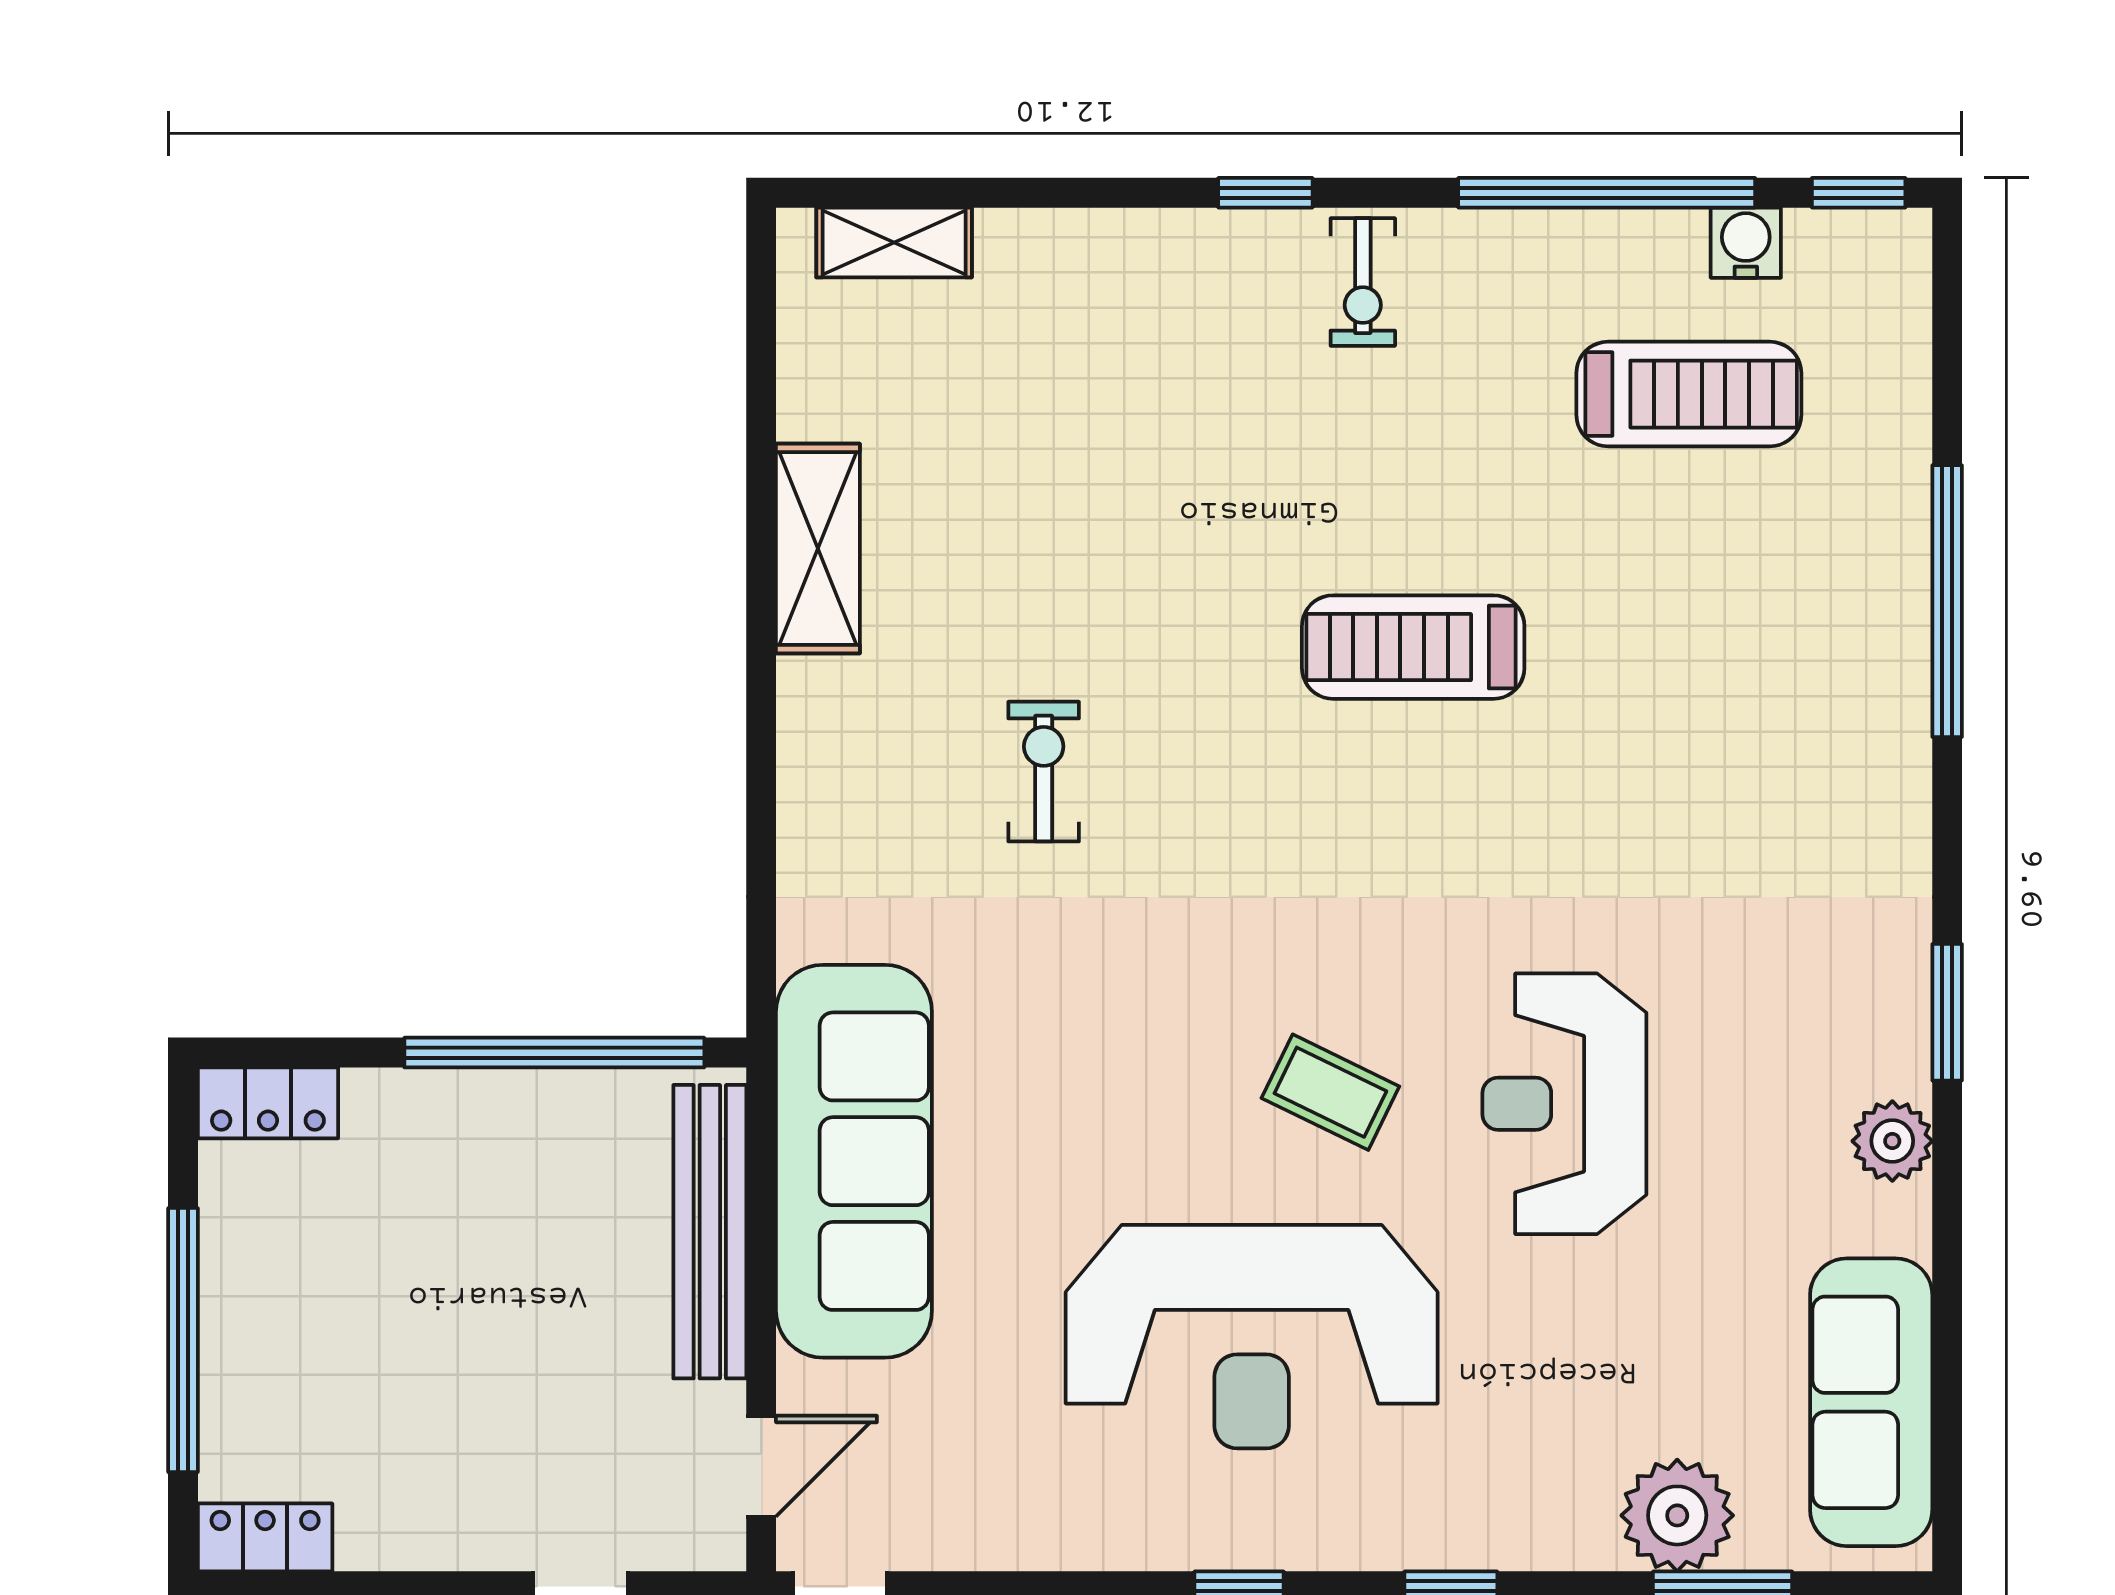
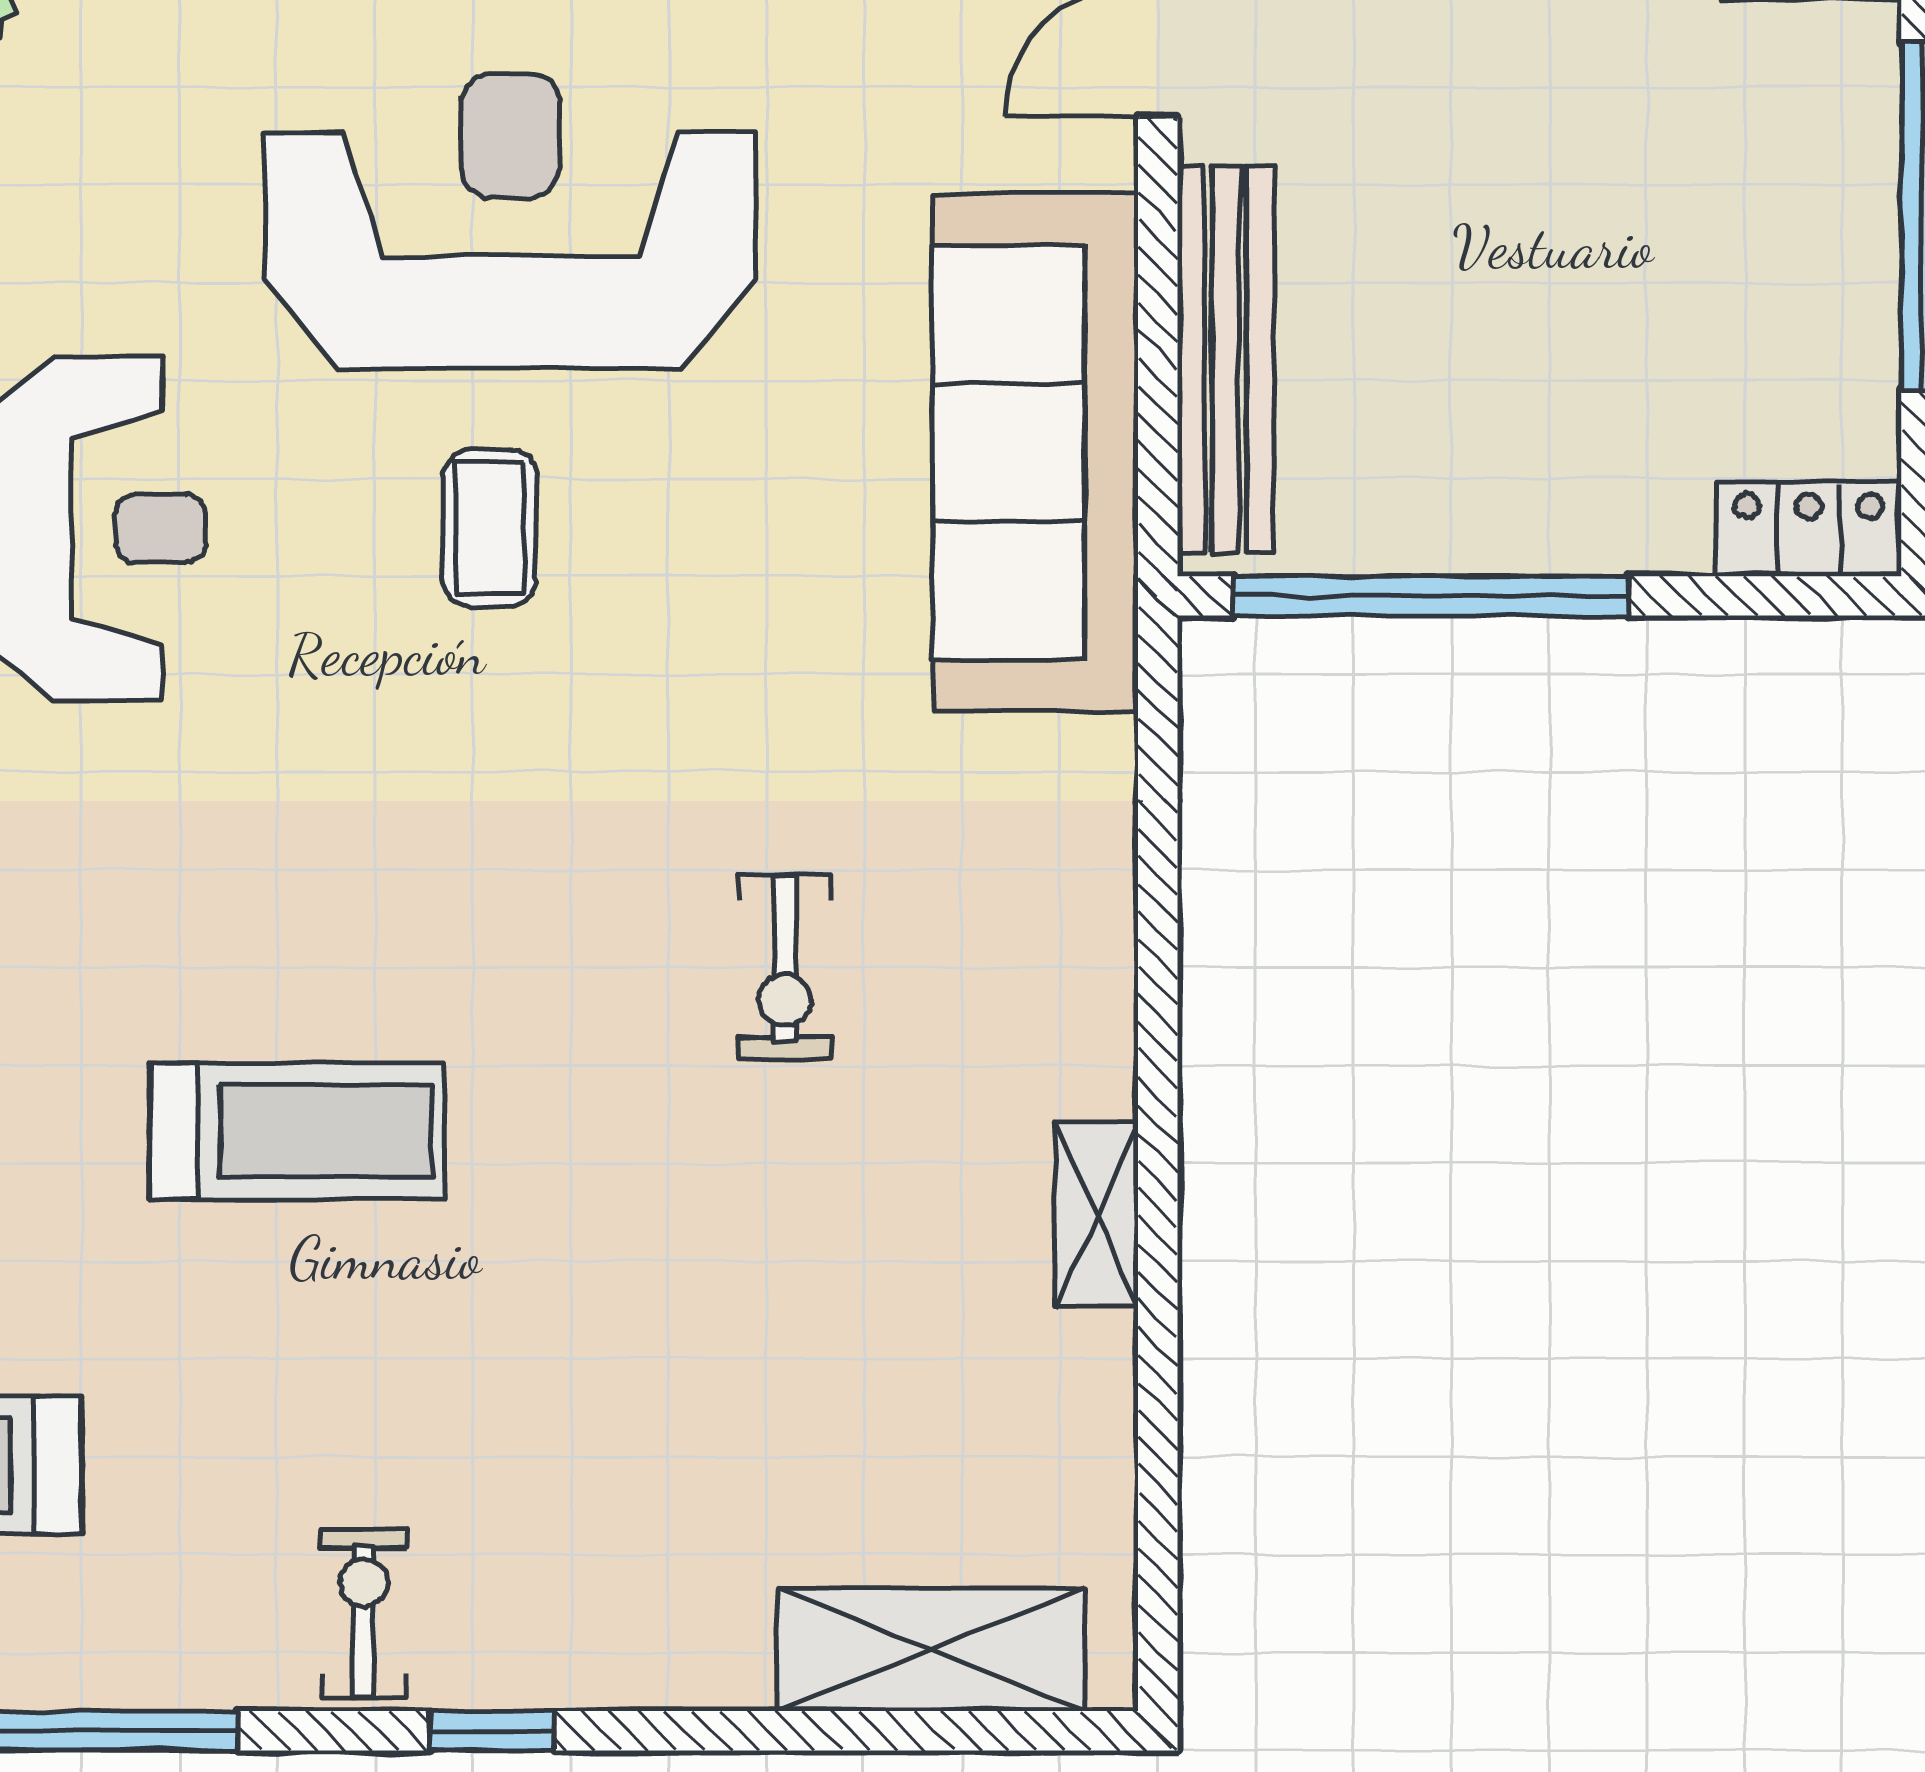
shelving: (894, 243) -> (931, 1650), width x1.50, depth x1.33
shelving: (818, 549) -> (1097, 1215), width x0.67, depth x0.75
coffee table: (1330, 1092) -> (490, 528), moved, turned 64

